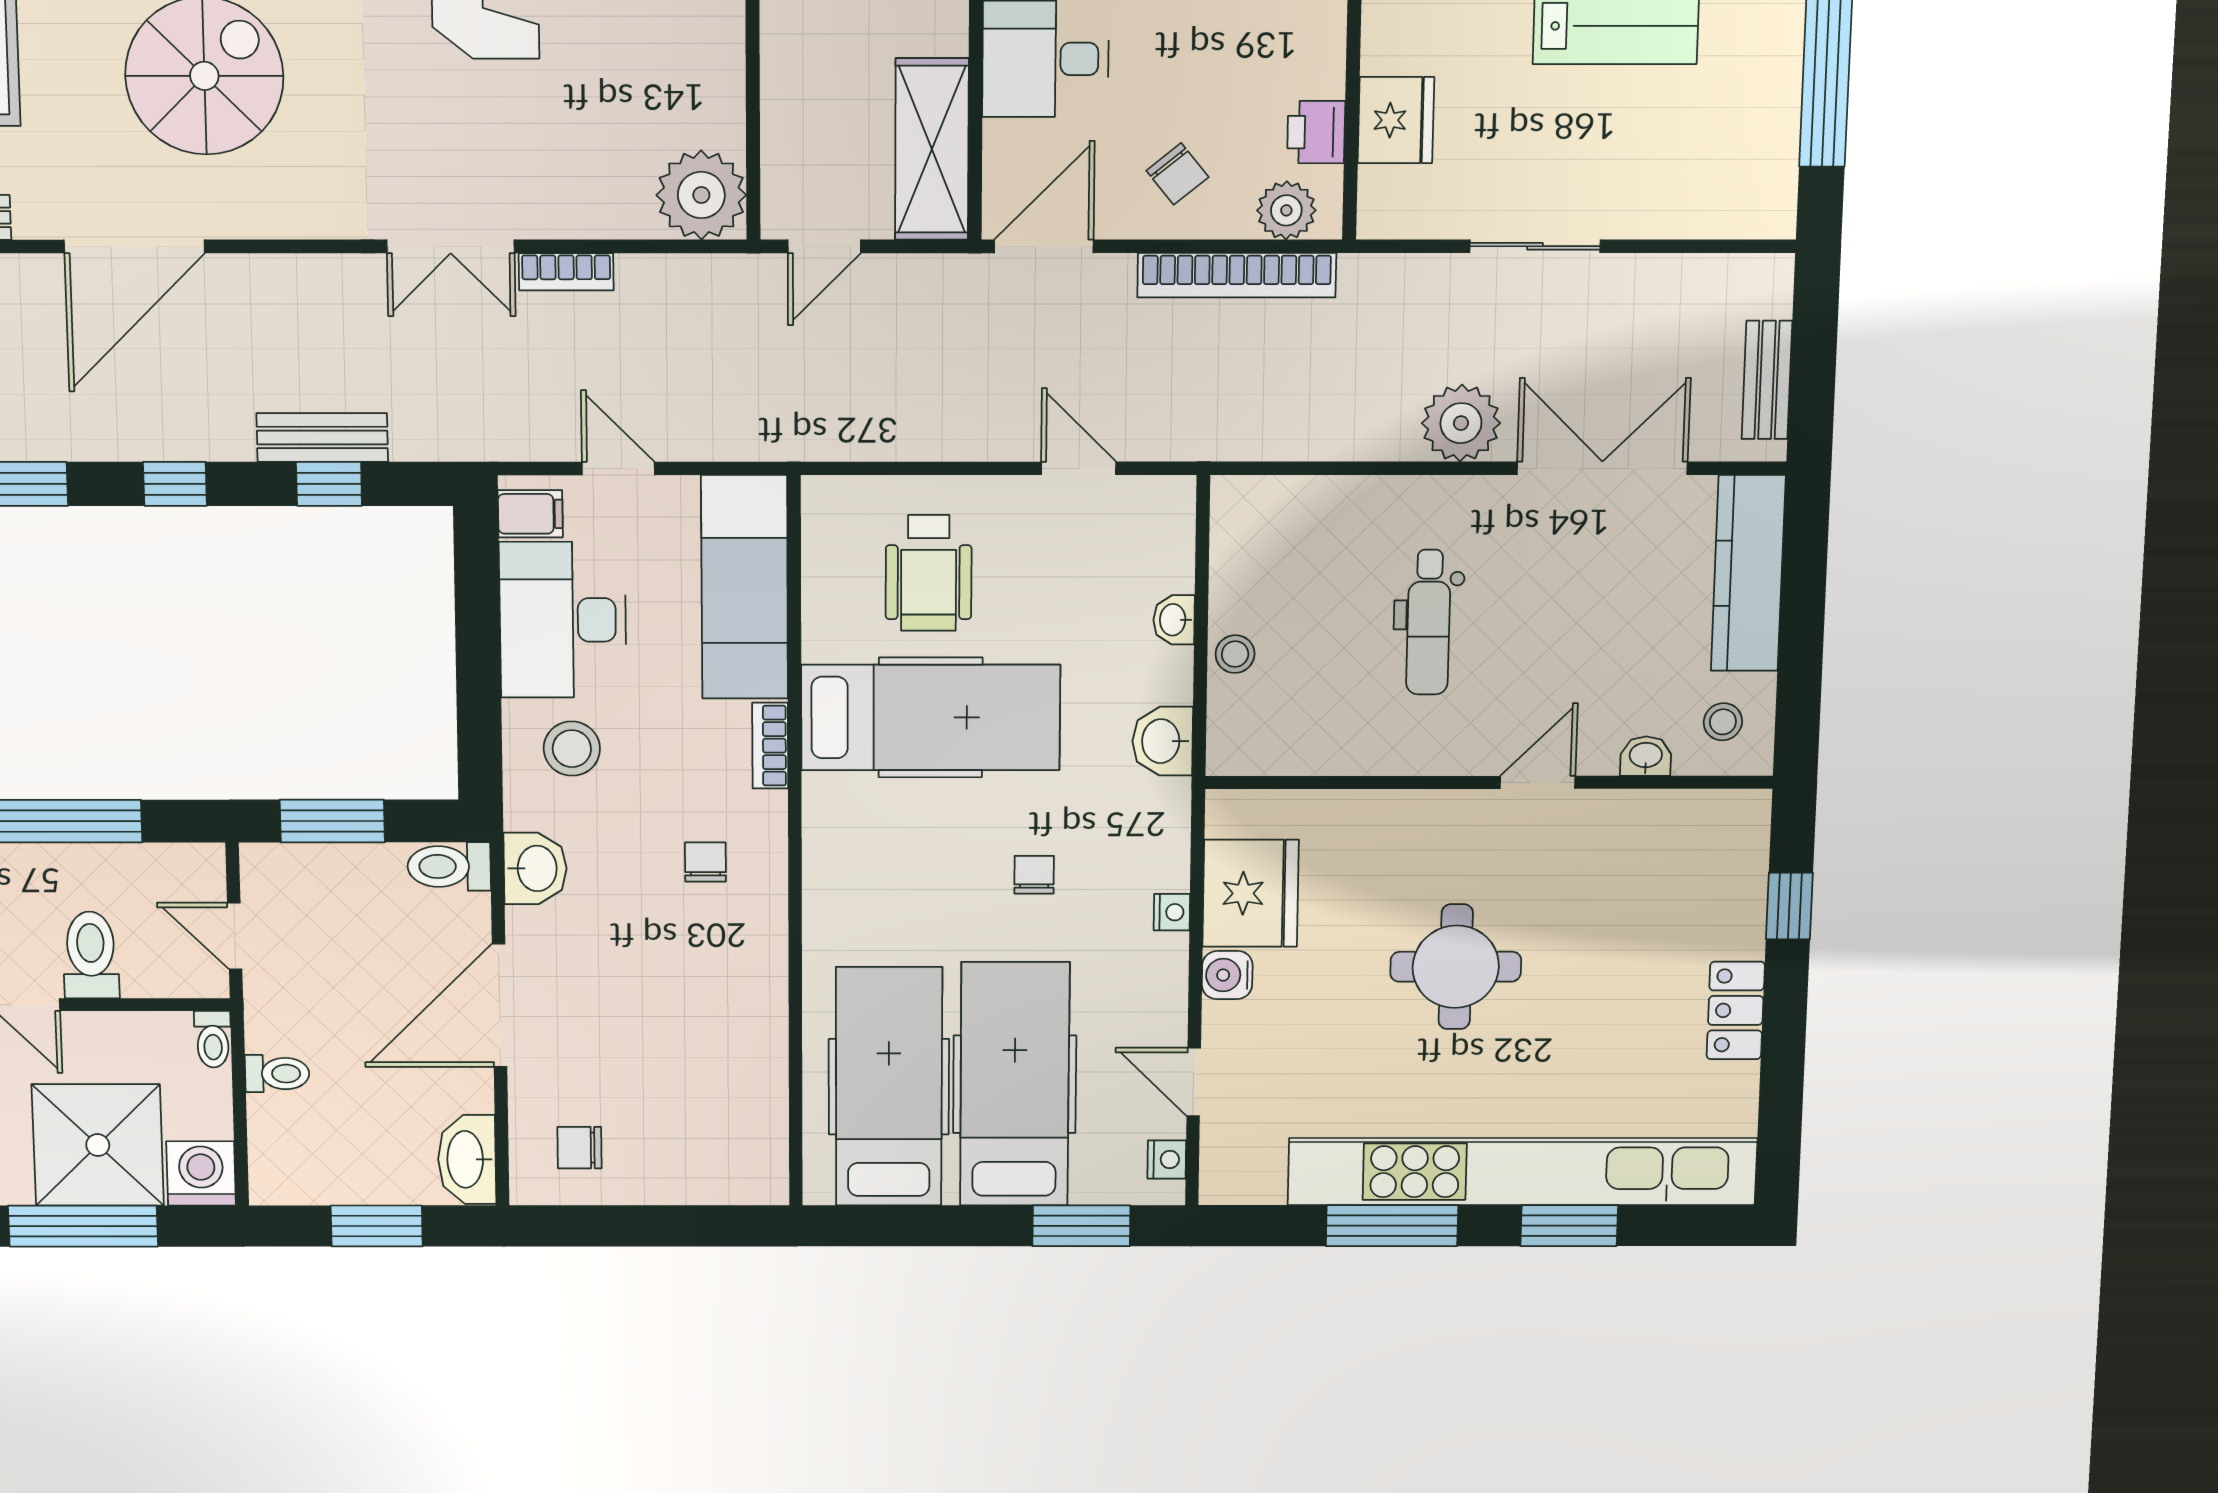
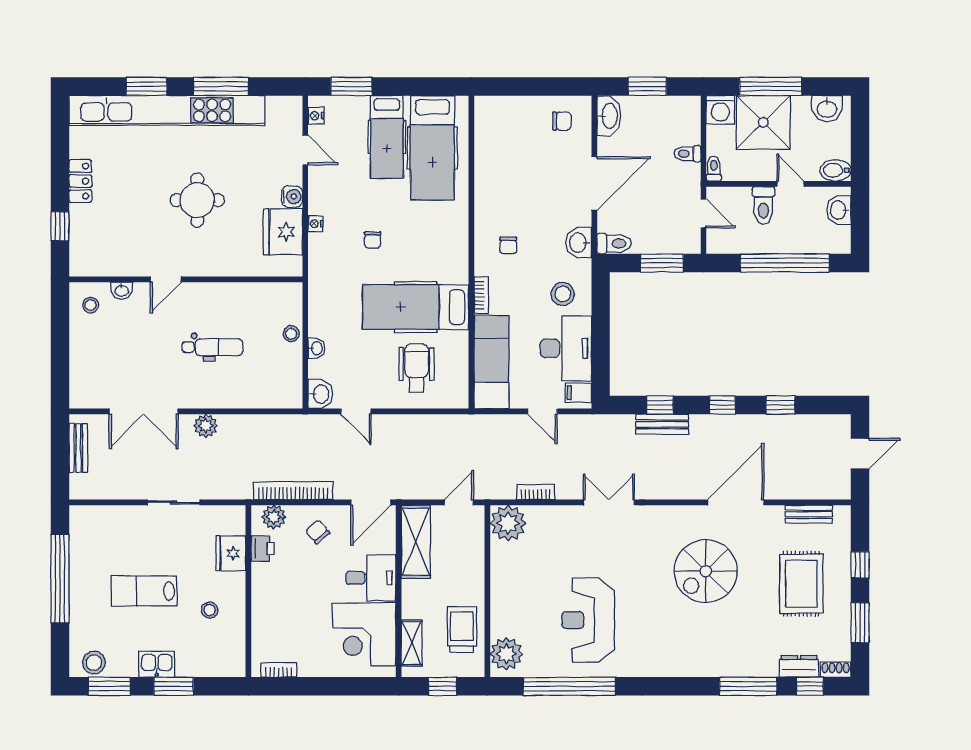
bookcase: (566, 272) -> (536, 492), moved
plant: (1461, 423) -> (206, 426), width x0.73, depth x0.73
kitchen counter: (1748, 573) -> (83, 368), removed
dental chair: (1429, 622) -> (212, 347), turned 90
washbasin: (1163, 741) -> (320, 394), moved
hospital bed: (1015, 1084) -> (387, 137), width x0.73, depth x0.78

